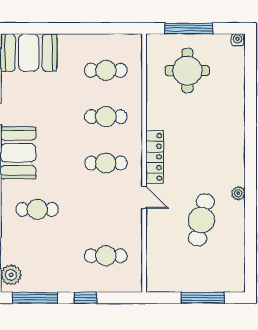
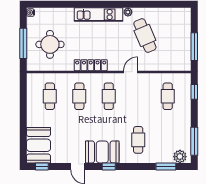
kitchen unit: (234, 147) -> (99, 14), added
locker: (155, 157) -> (91, 65), moved
cafe table: (201, 220) -> (145, 35), turned 55
window: (86, 298) -> (194, 92), moved
window: (203, 298) -> (194, 47), moved

